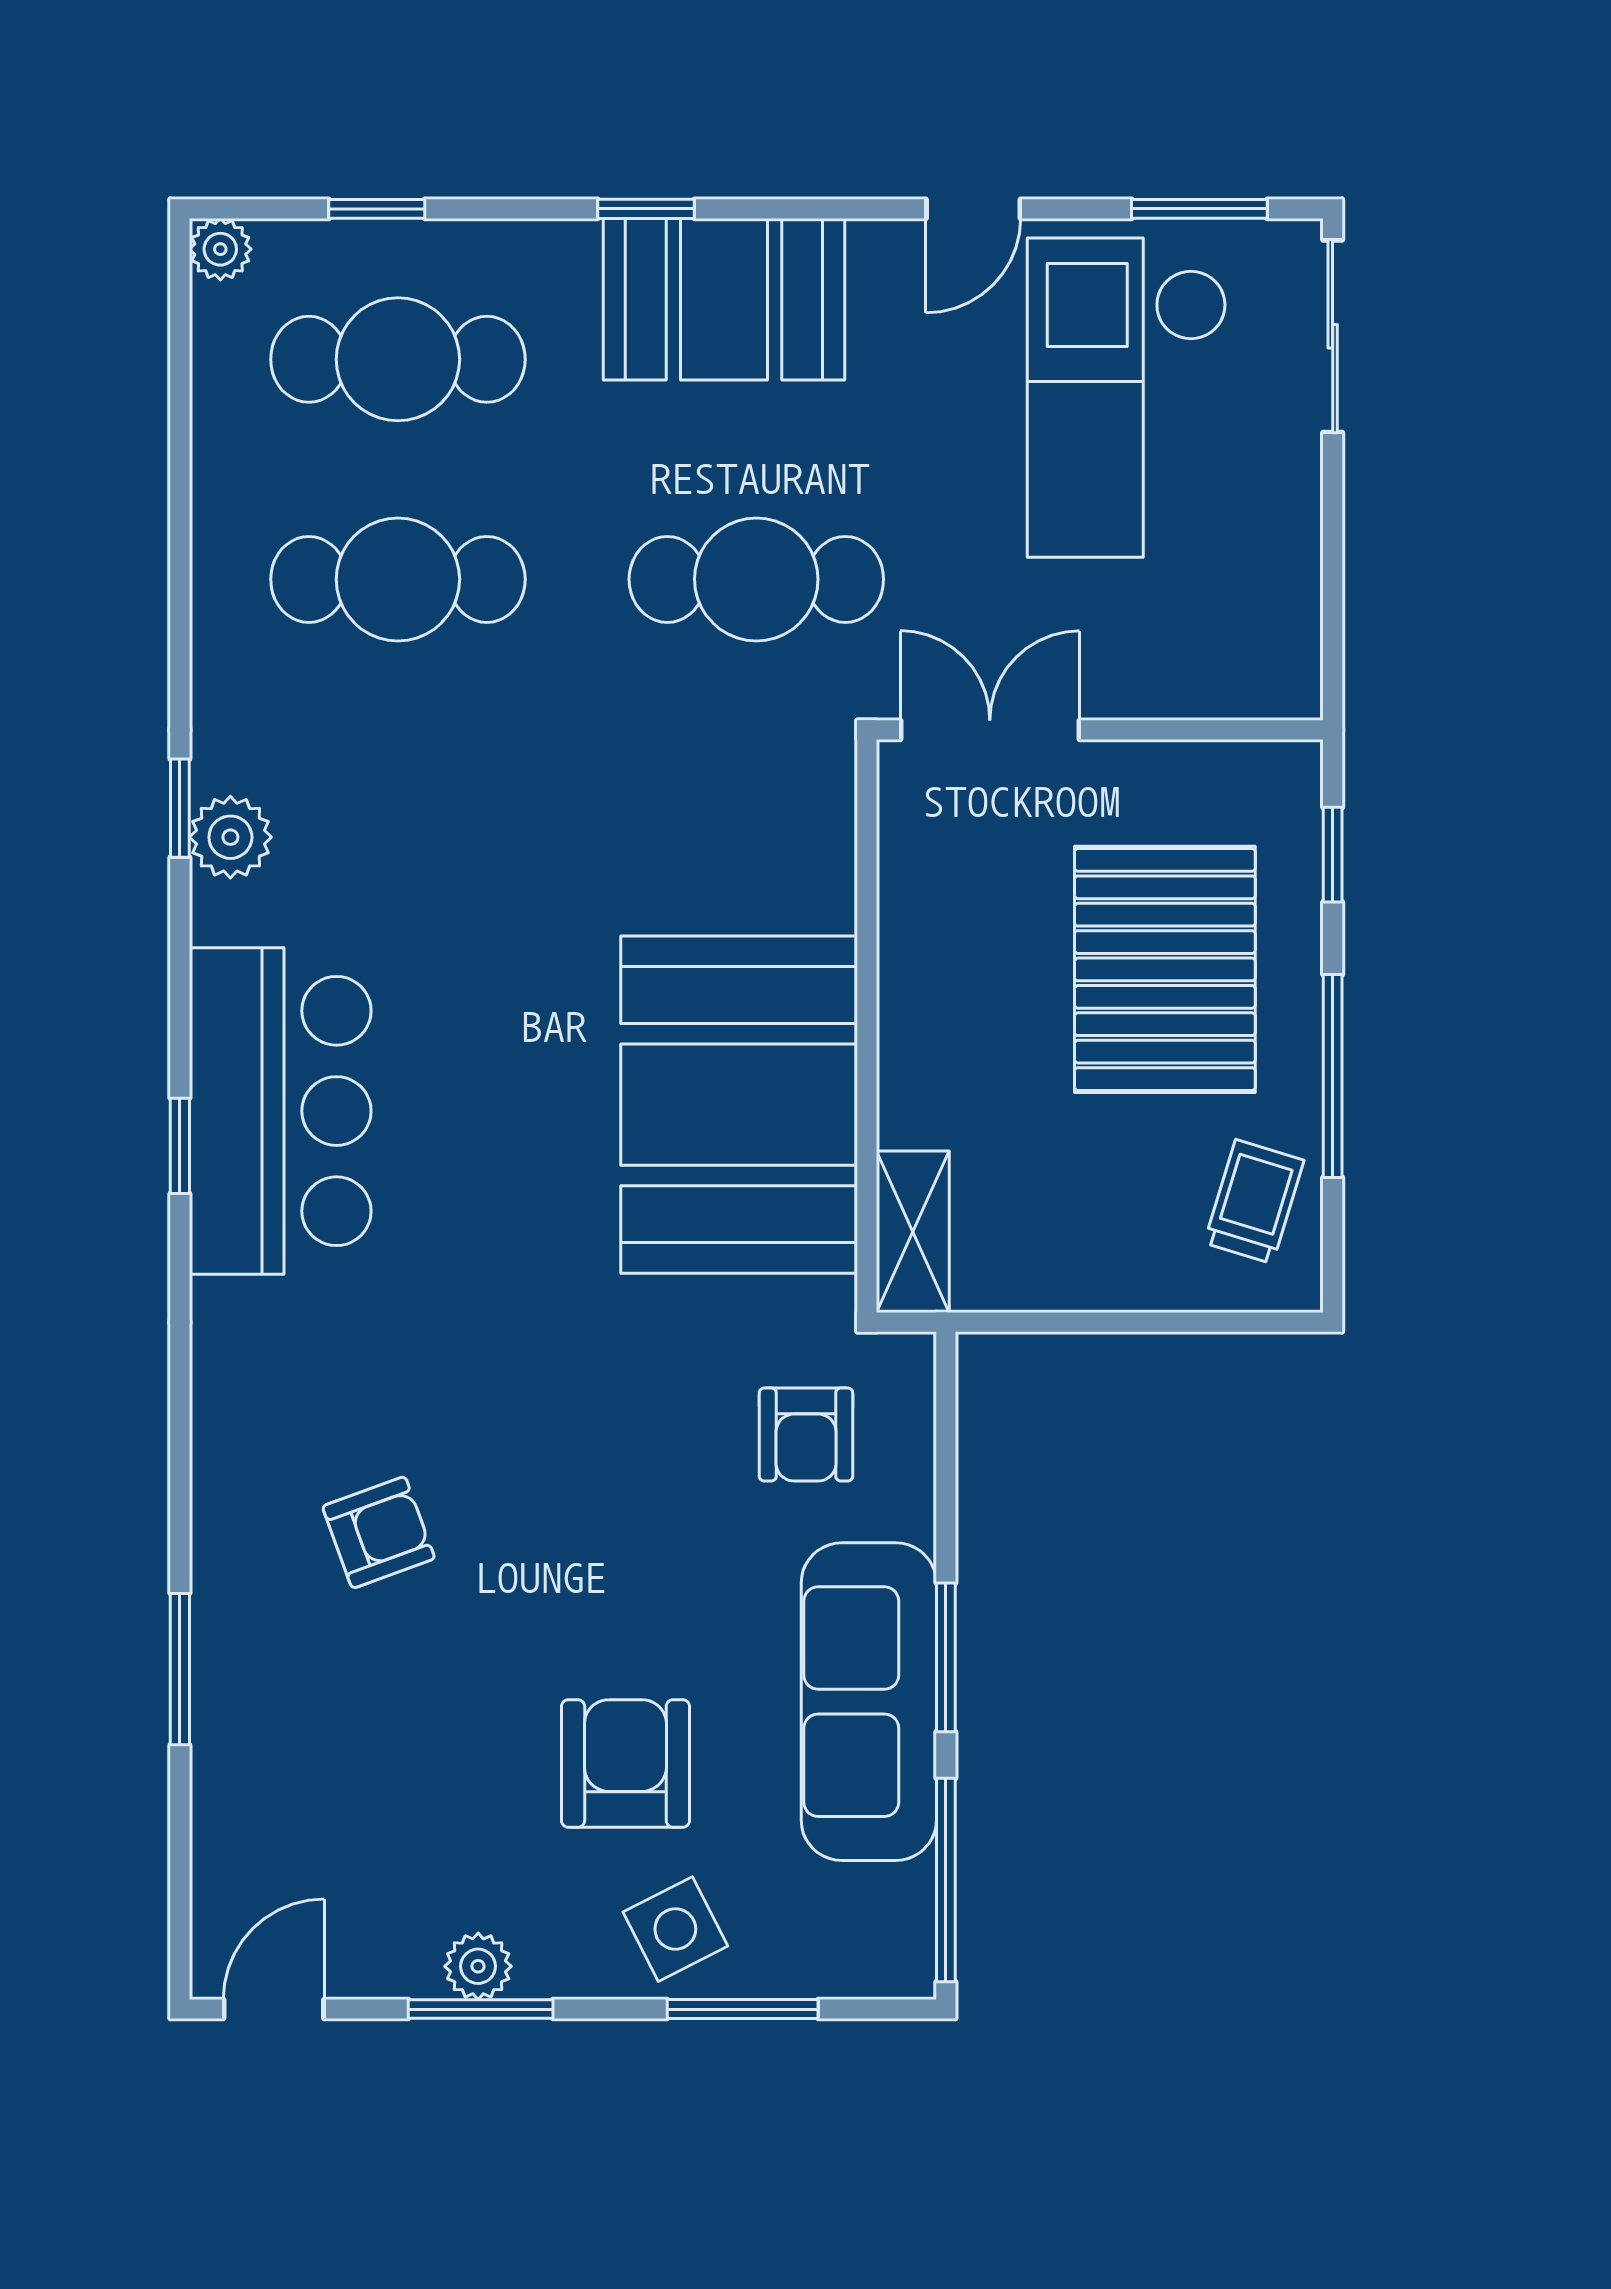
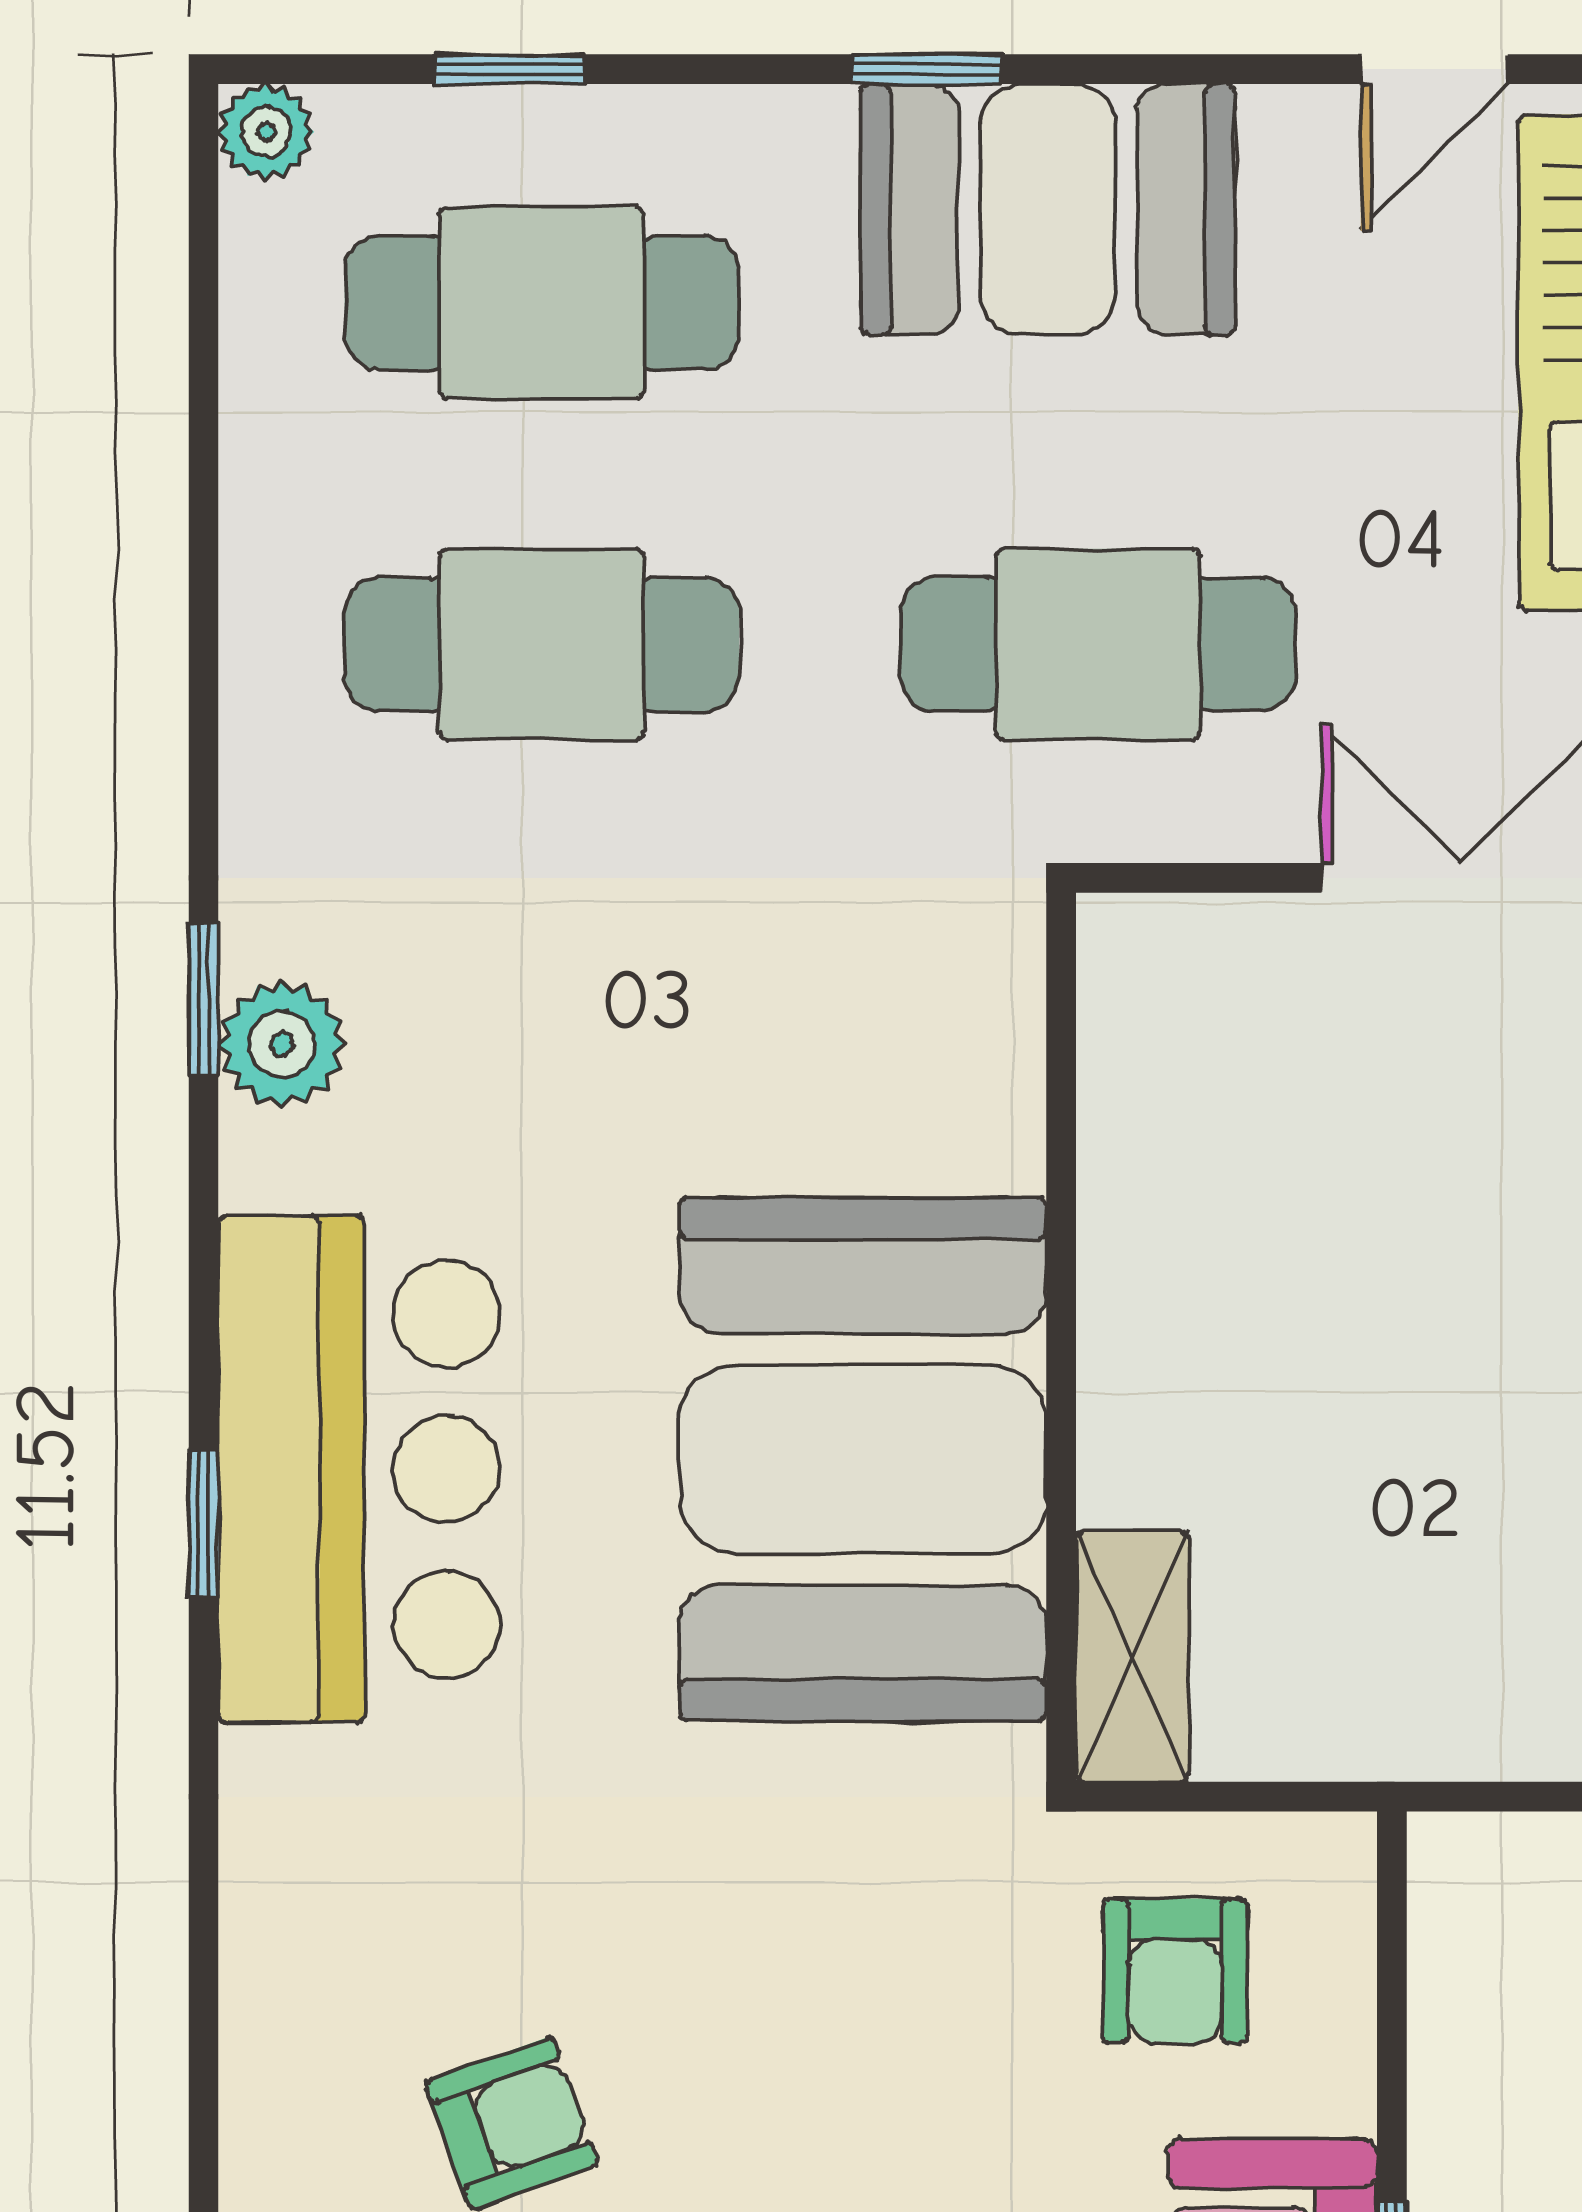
wall: (867, 1026) -> (1061, 1337), moved
booth: (739, 1105) -> (863, 1459), moved
shelving: (913, 1232) -> (1132, 1656), moved

